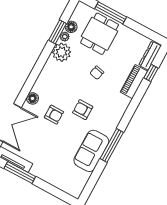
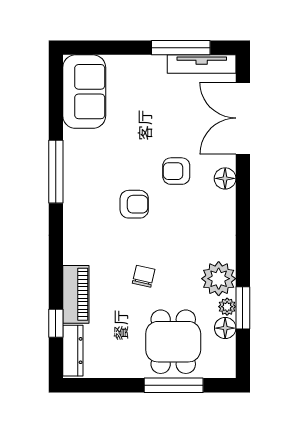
sofa: (91, 151) -> (84, 92), moved

